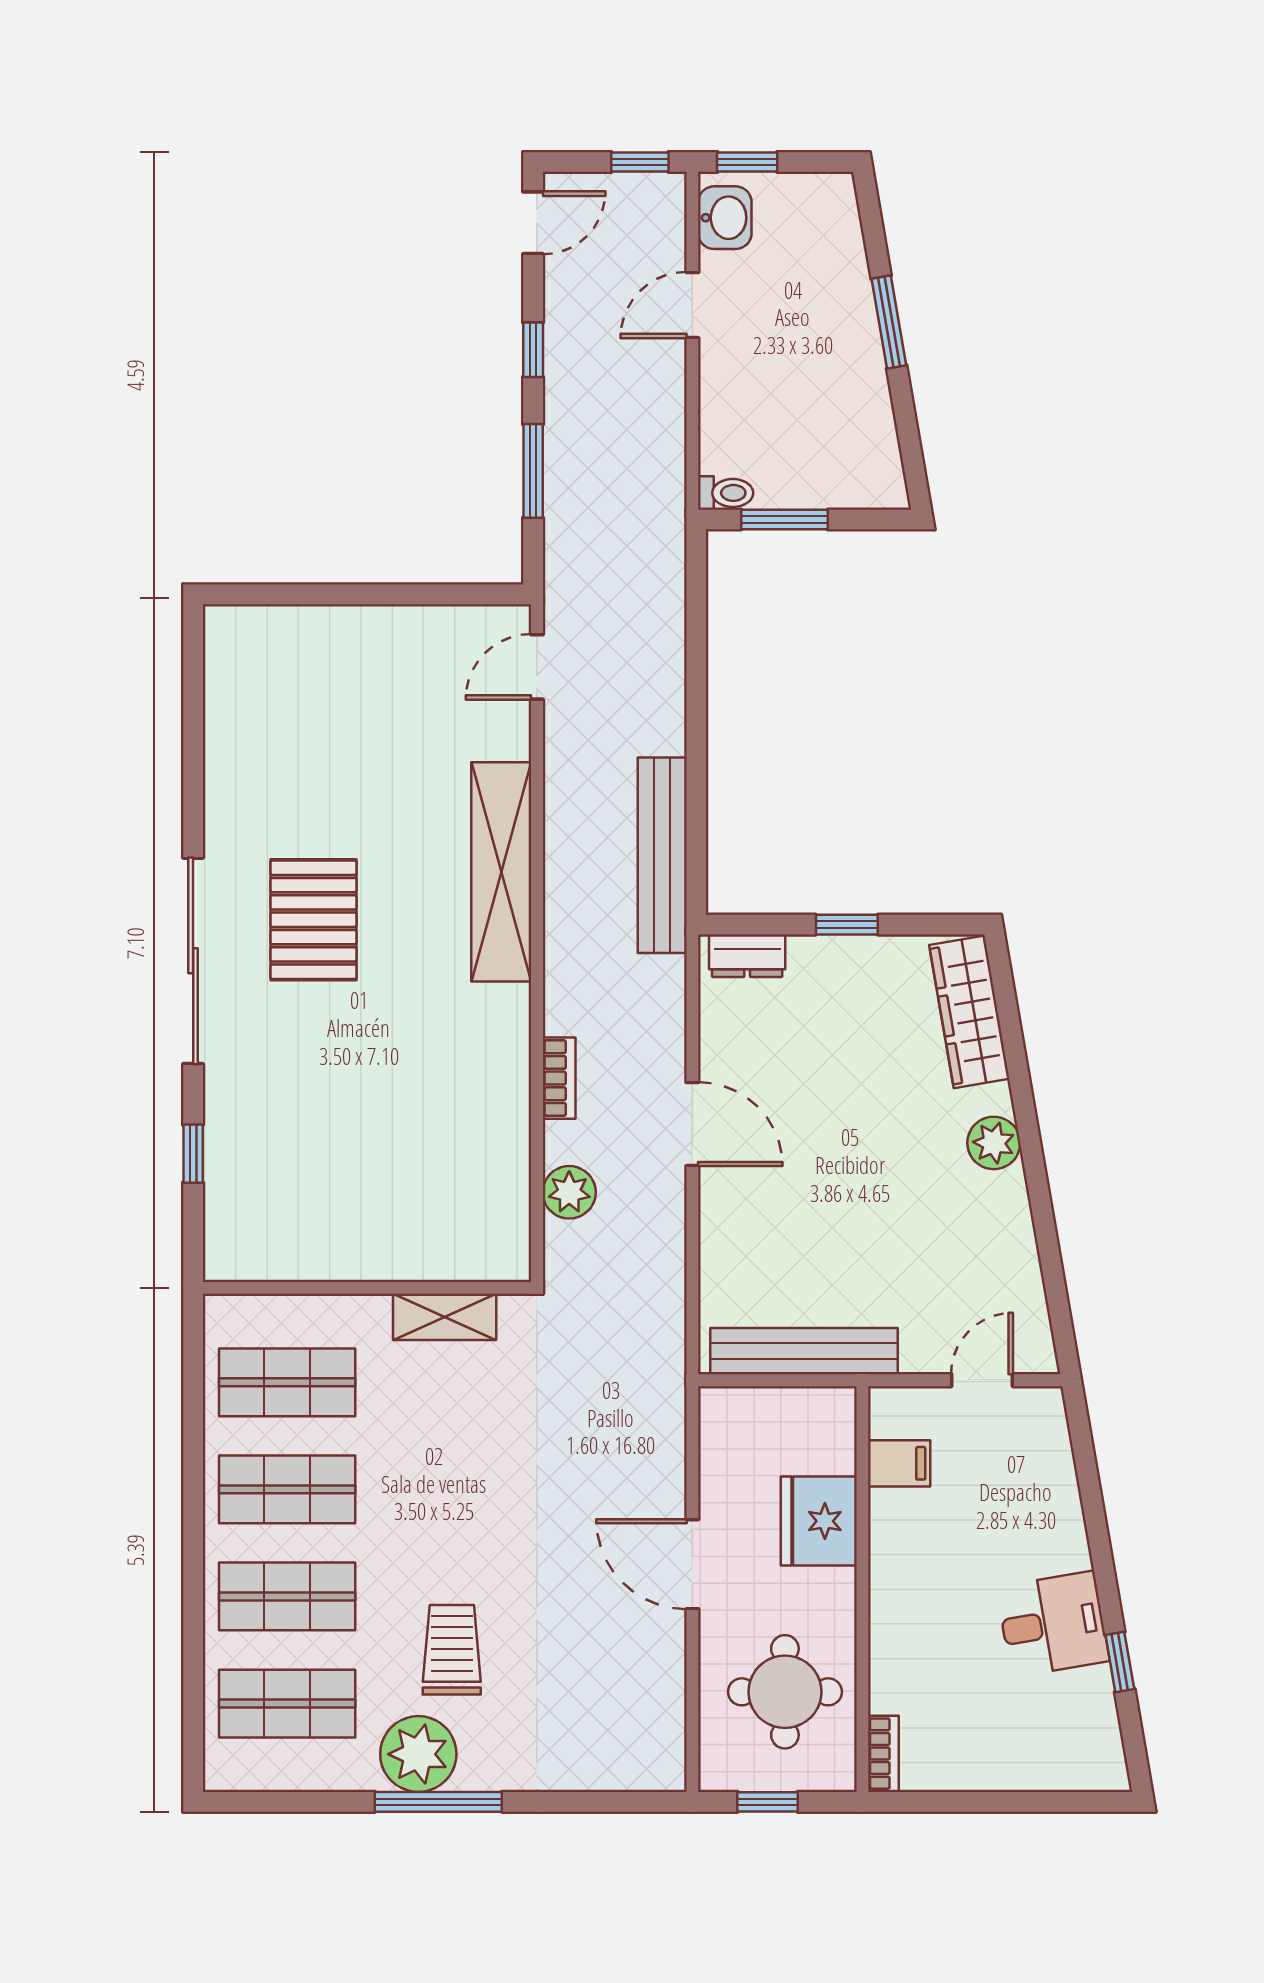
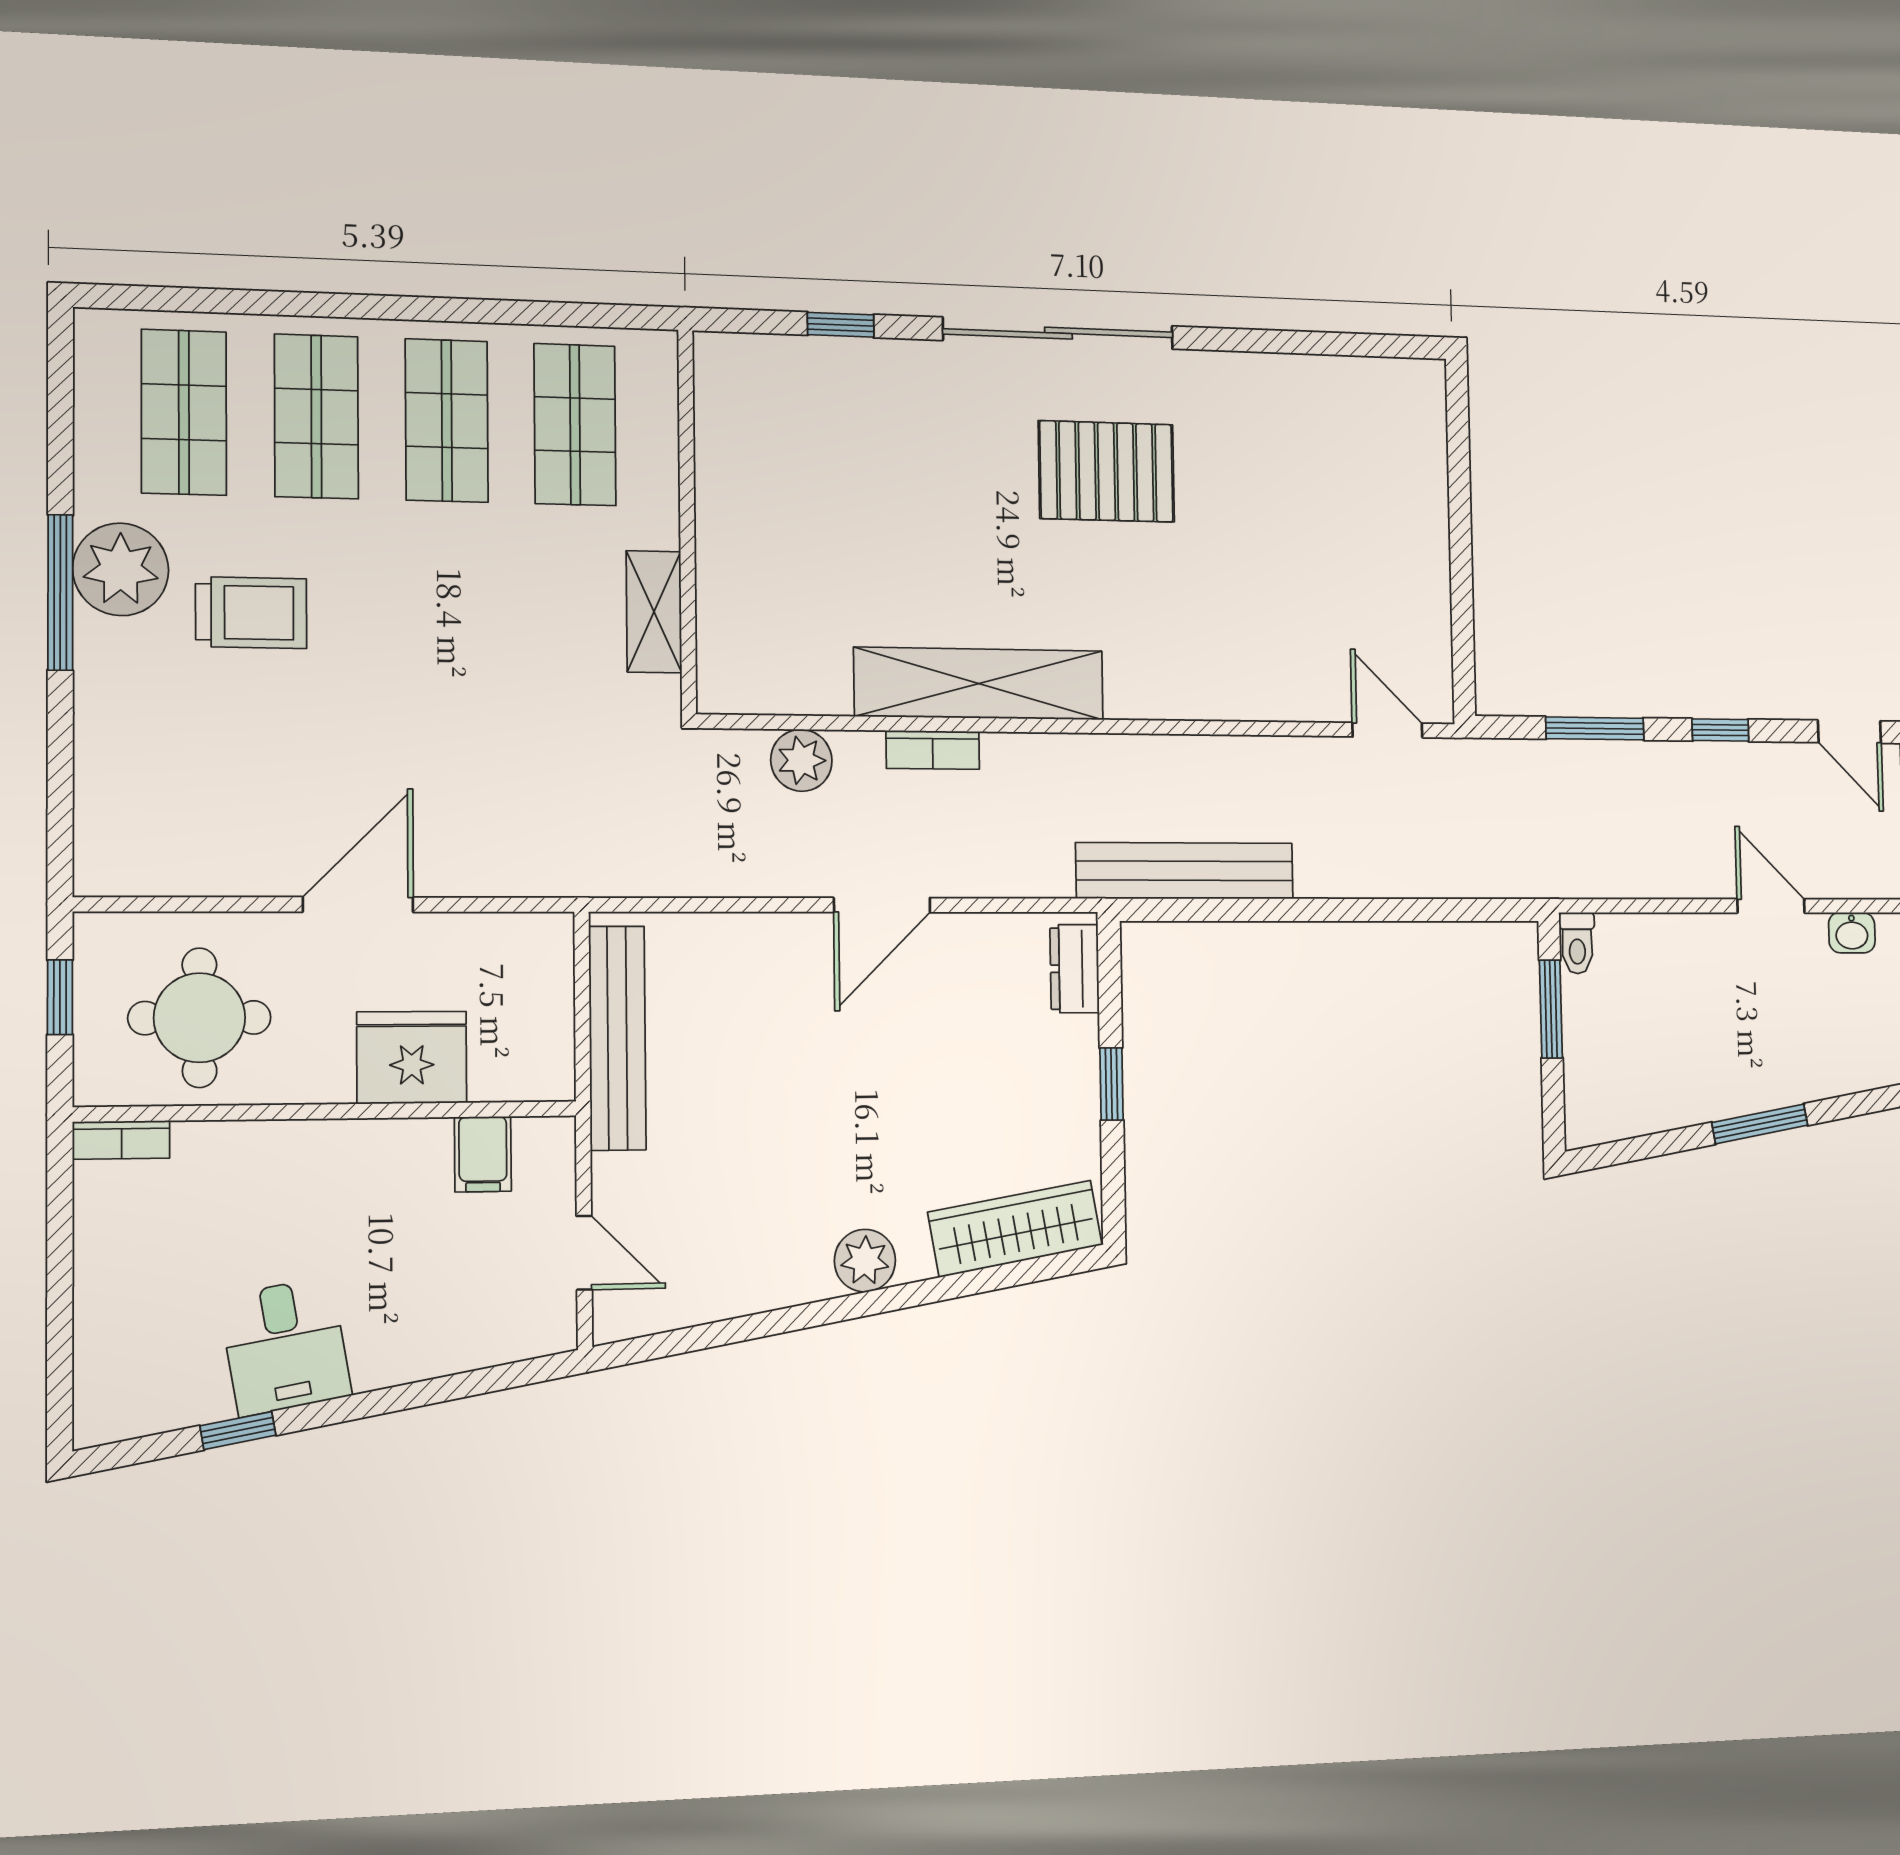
washbasin: (725, 218) -> (1852, 933), width x0.72, depth x0.69
shelving: (501, 872) -> (979, 684), moved

